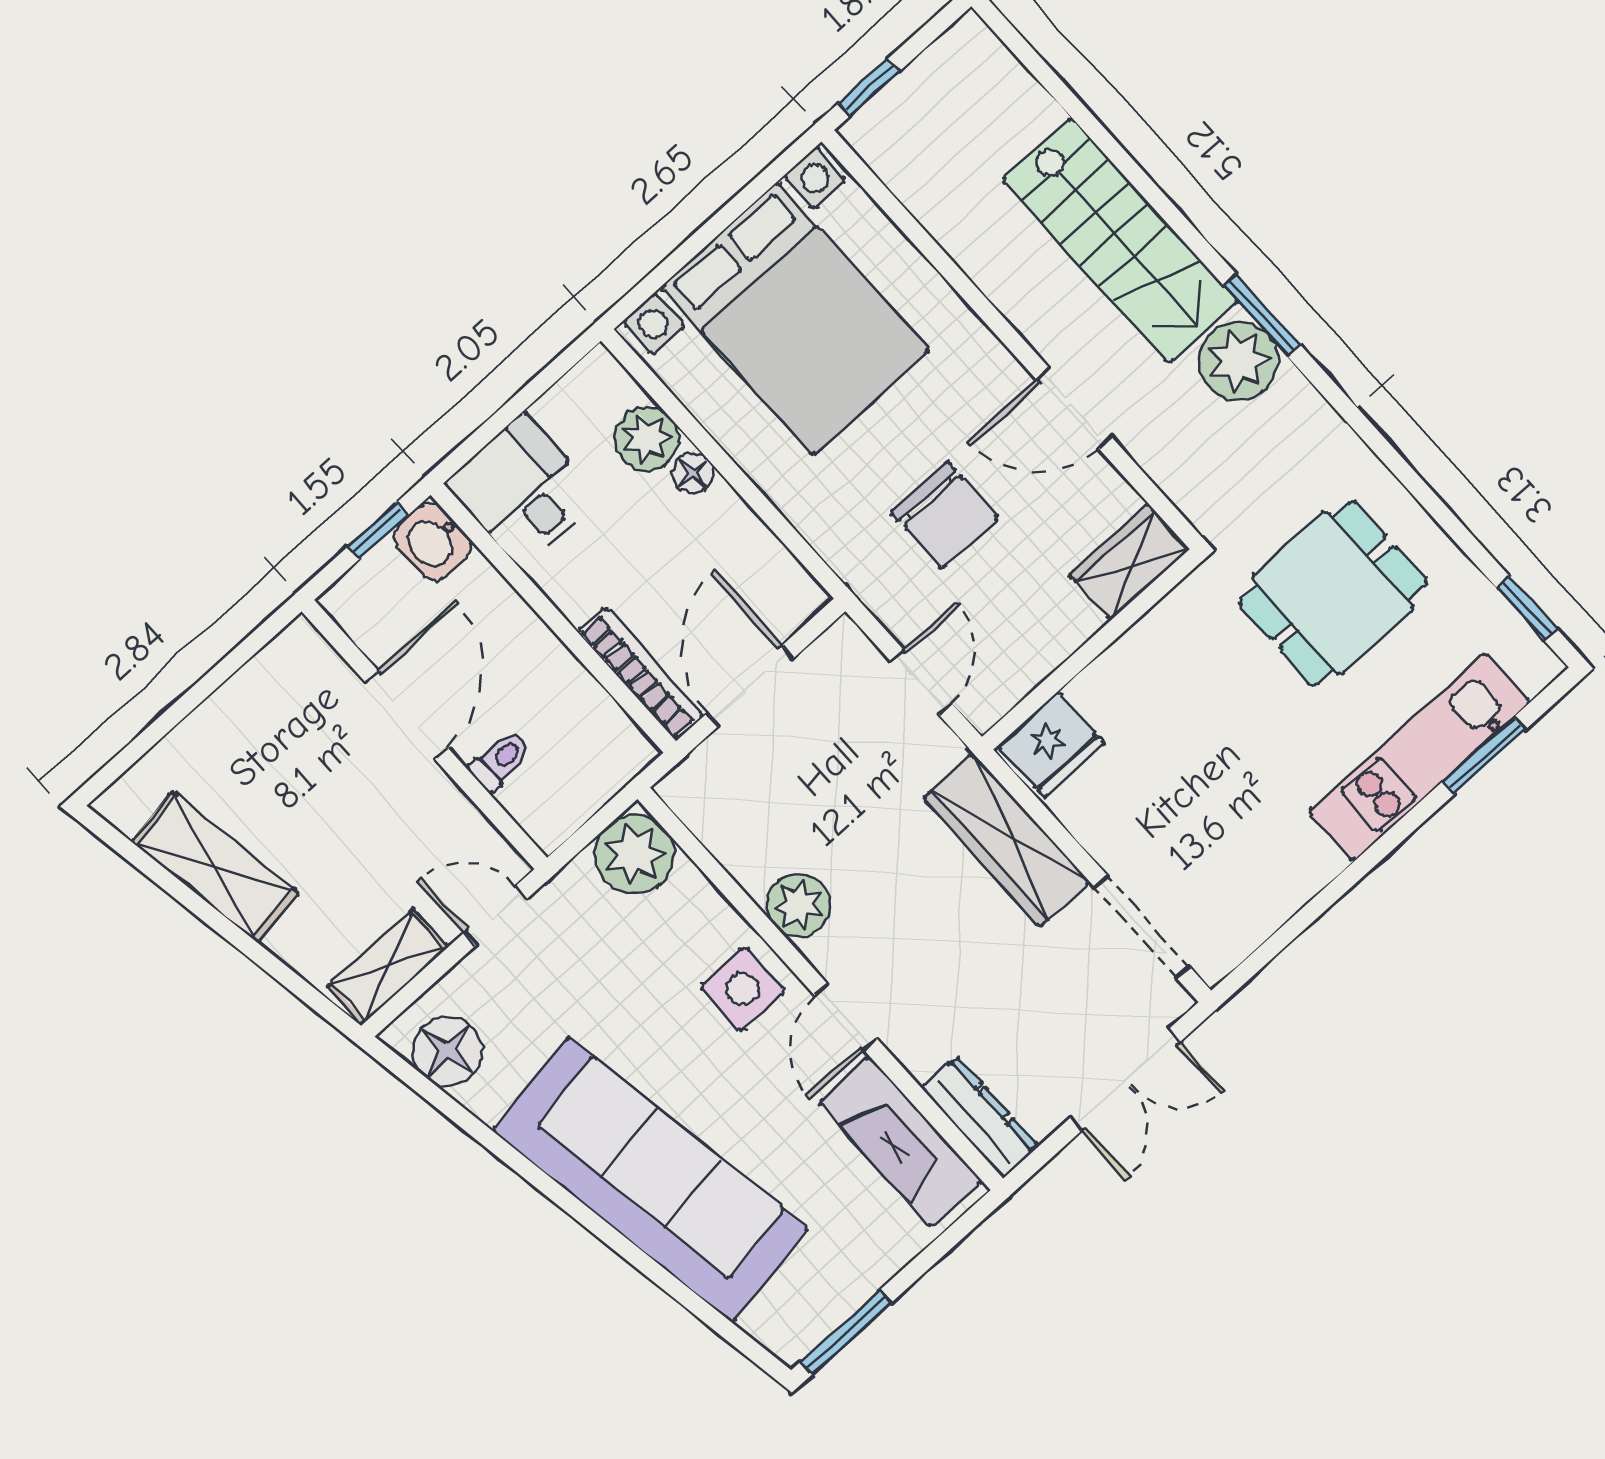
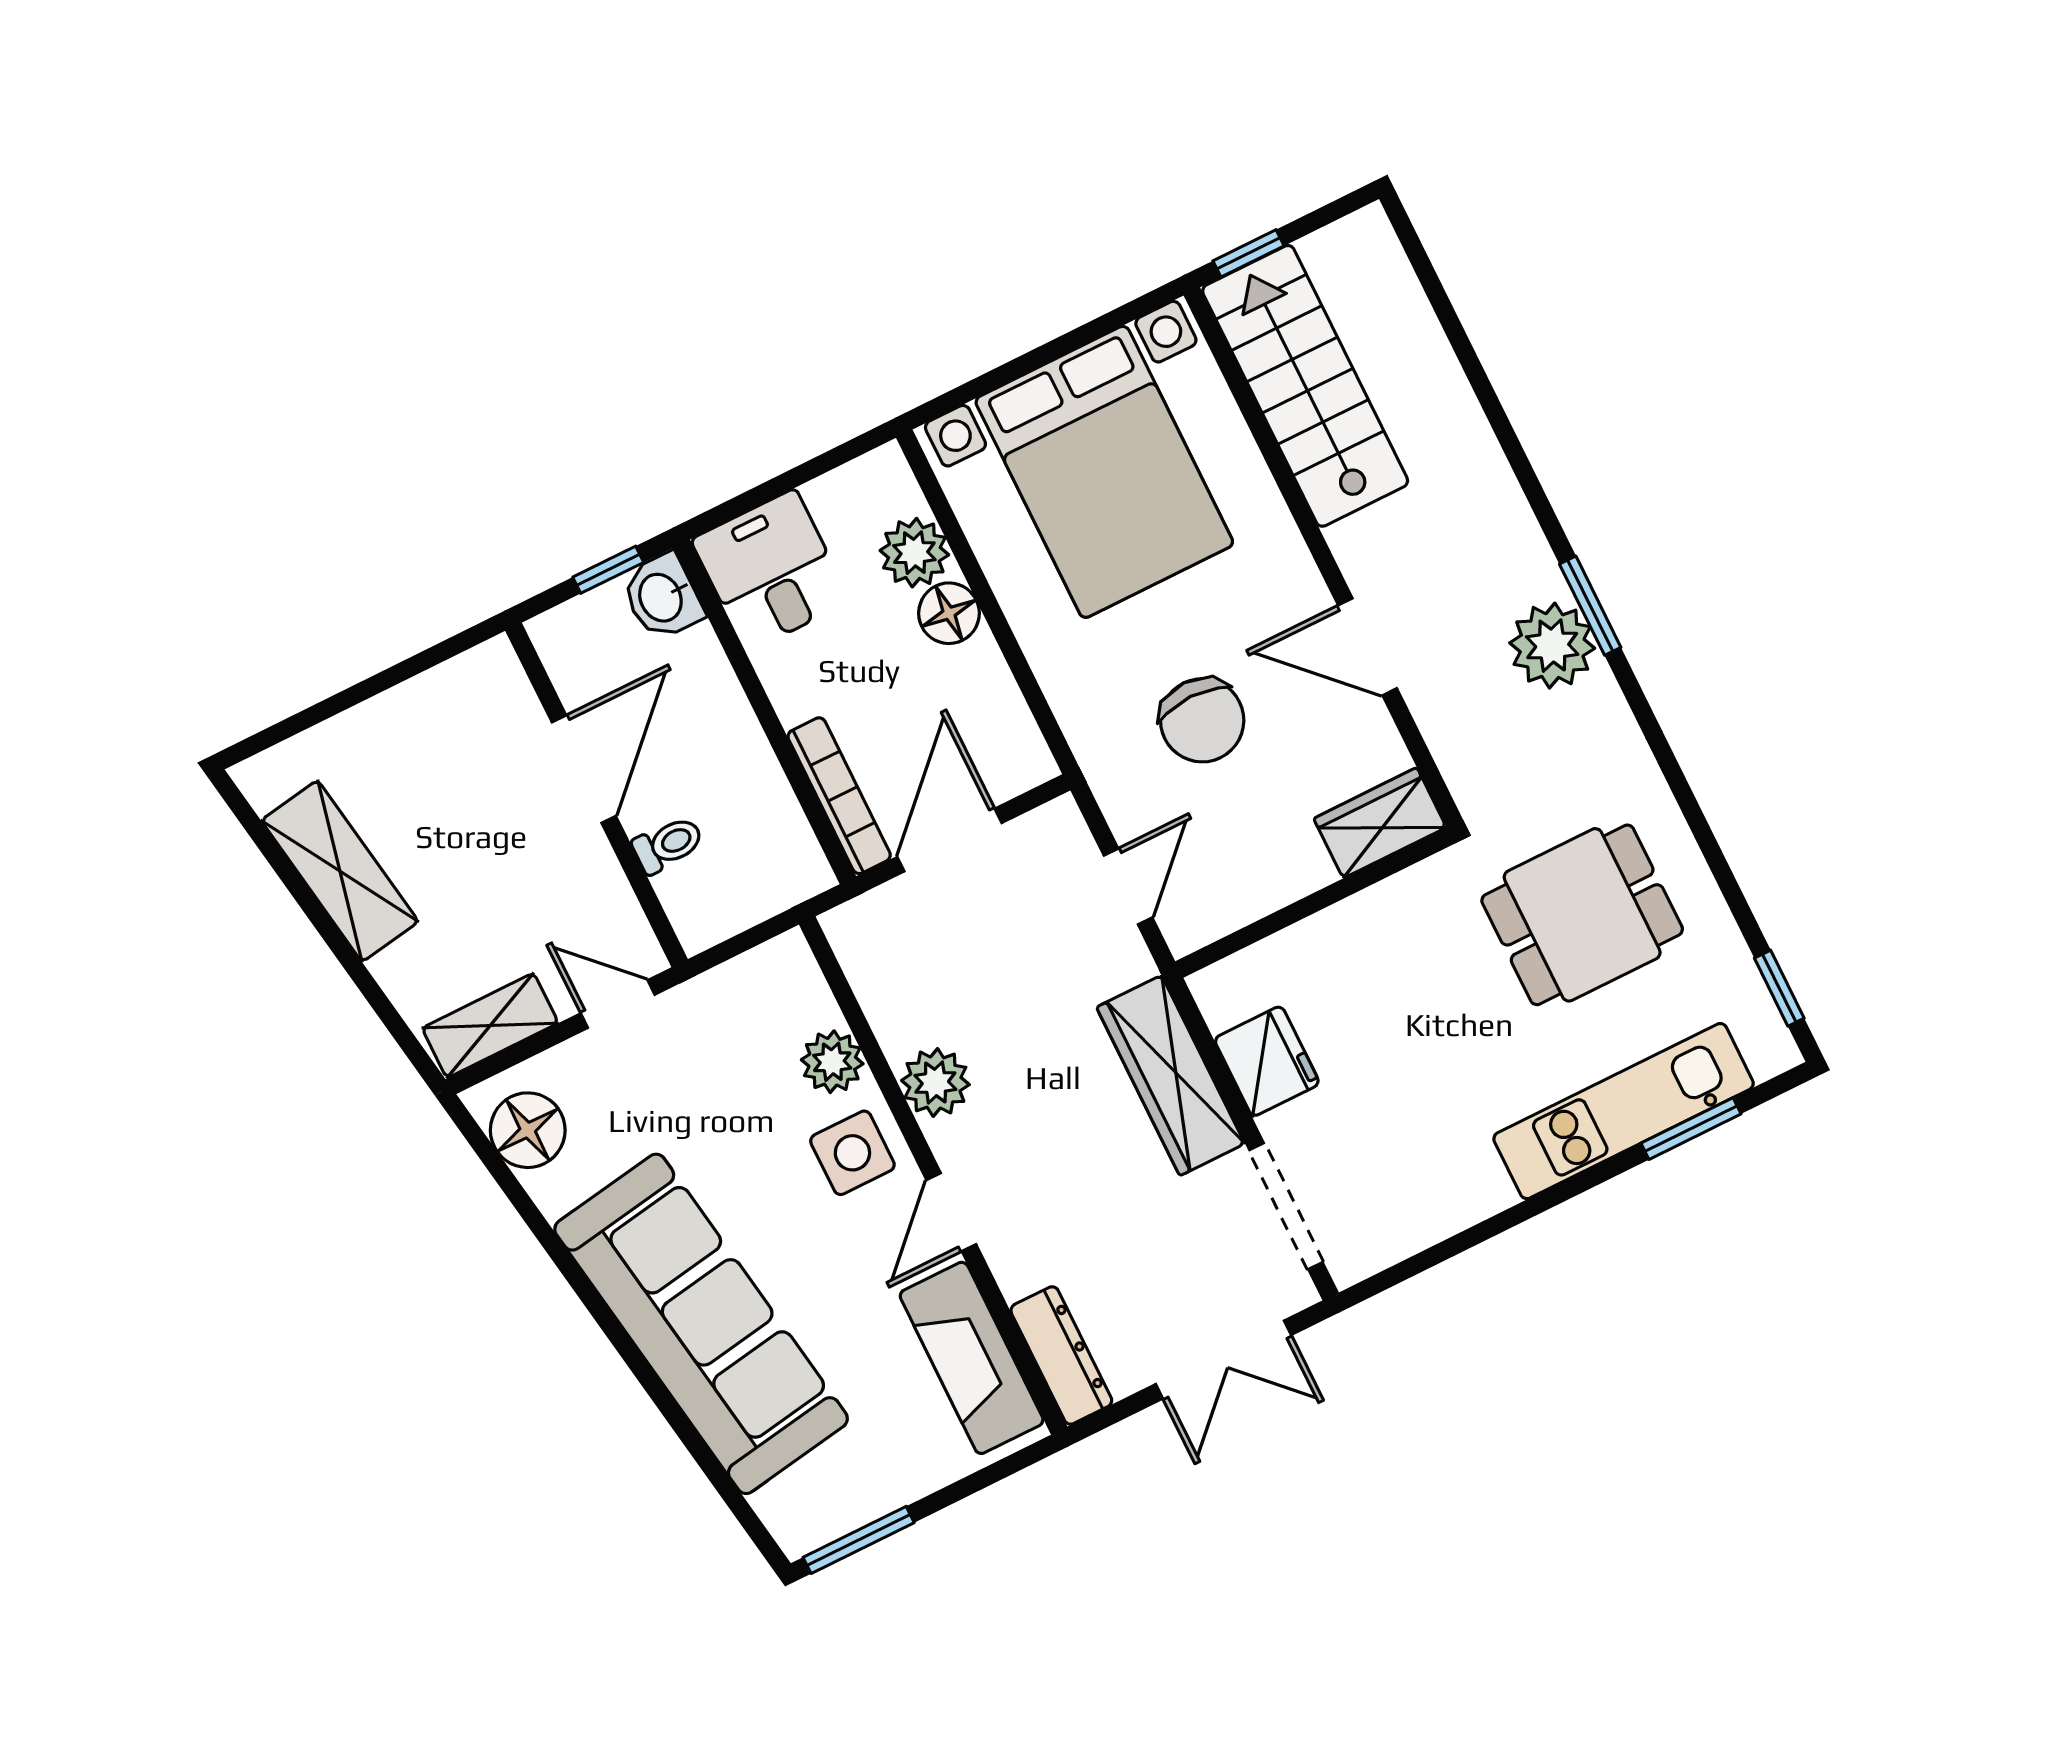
stairs: (1120, 240) -> (1305, 386), moved, turned 180
floor lamp: (693, 473) -> (949, 613), width x1.37, depth x1.37
fridge: (1051, 745) -> (1267, 1061), moved, turned -90
plant: (635, 854) -> (832, 1062), moved, width x0.73, depth x0.73

